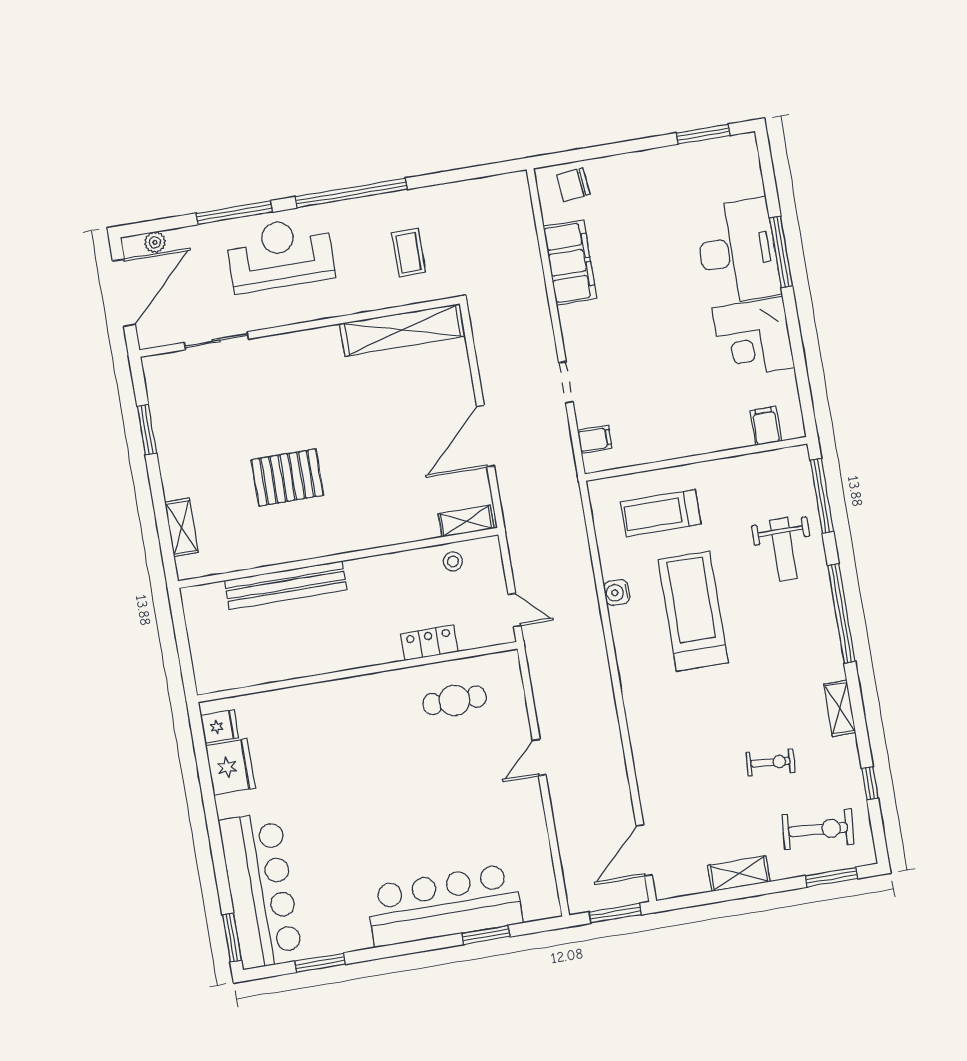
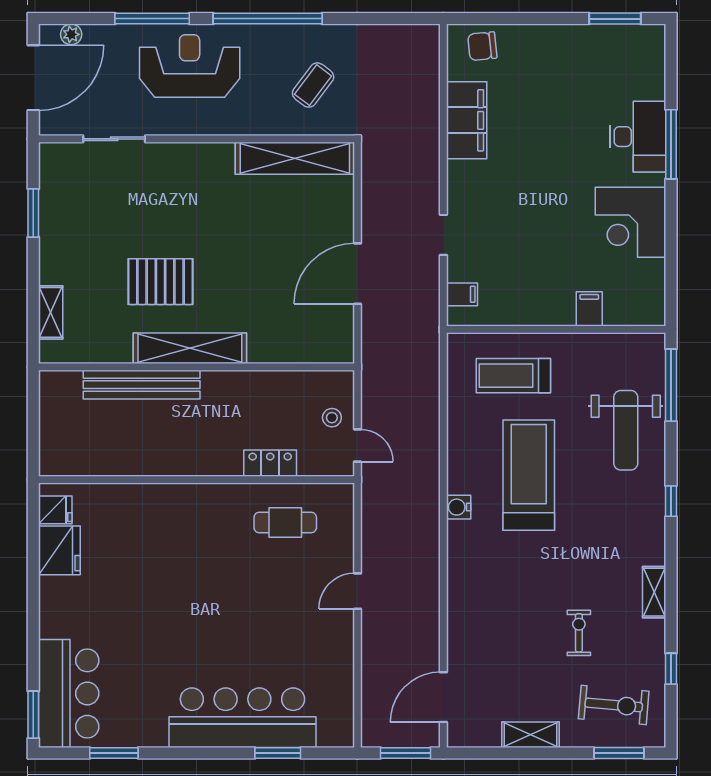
desk: (738, 251) -> (638, 137), width x0.73, depth x0.77
coffee table: (409, 253) -> (313, 85), turned 37
filing cabinet: (766, 426) -> (589, 309), moved
shelving: (466, 521) -> (190, 348), moved, width x2.20, depth x1.33
weight bench: (784, 549) -> (626, 430), width x1.36, depth x1.33
stool: (453, 561) -> (332, 418), moved
water cooler: (617, 592) -> (459, 507), moved
window: (841, 613) -> (671, 501), width x0.32
exercise bike: (770, 762) -> (579, 633), turned -95
bar counter: (261, 890) -> (69, 694), width x0.73

